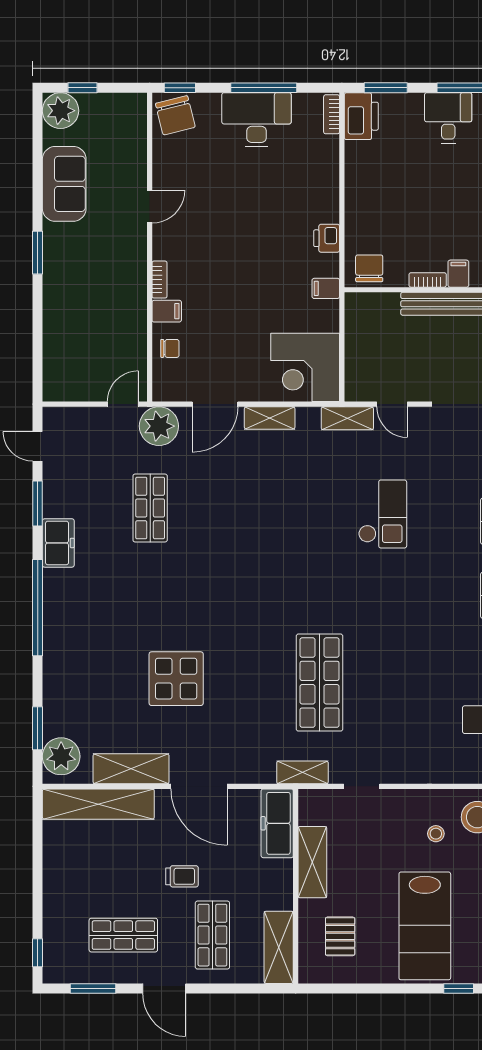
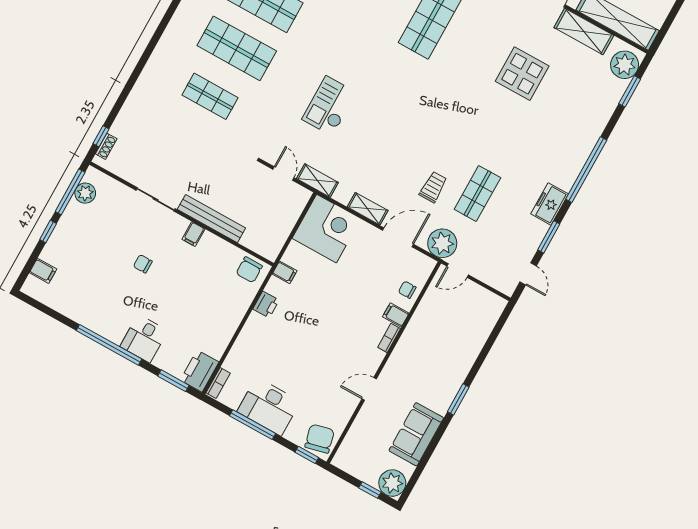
bookcase: (428, 280) -> (216, 241), removed
trolley: (207, 487) -> (433, 187), added

